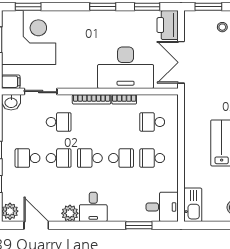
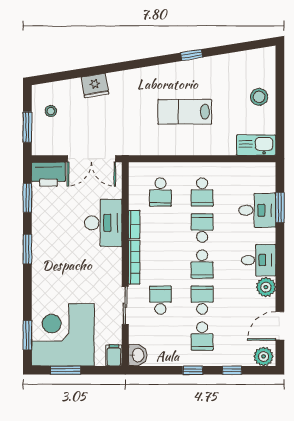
desk: (126, 68) -> (103, 223), width x0.73, depth x0.77
sliding door: (41, 92) -> (125, 305), moved
desk: (162, 207) -> (257, 210), moved, turned 90

